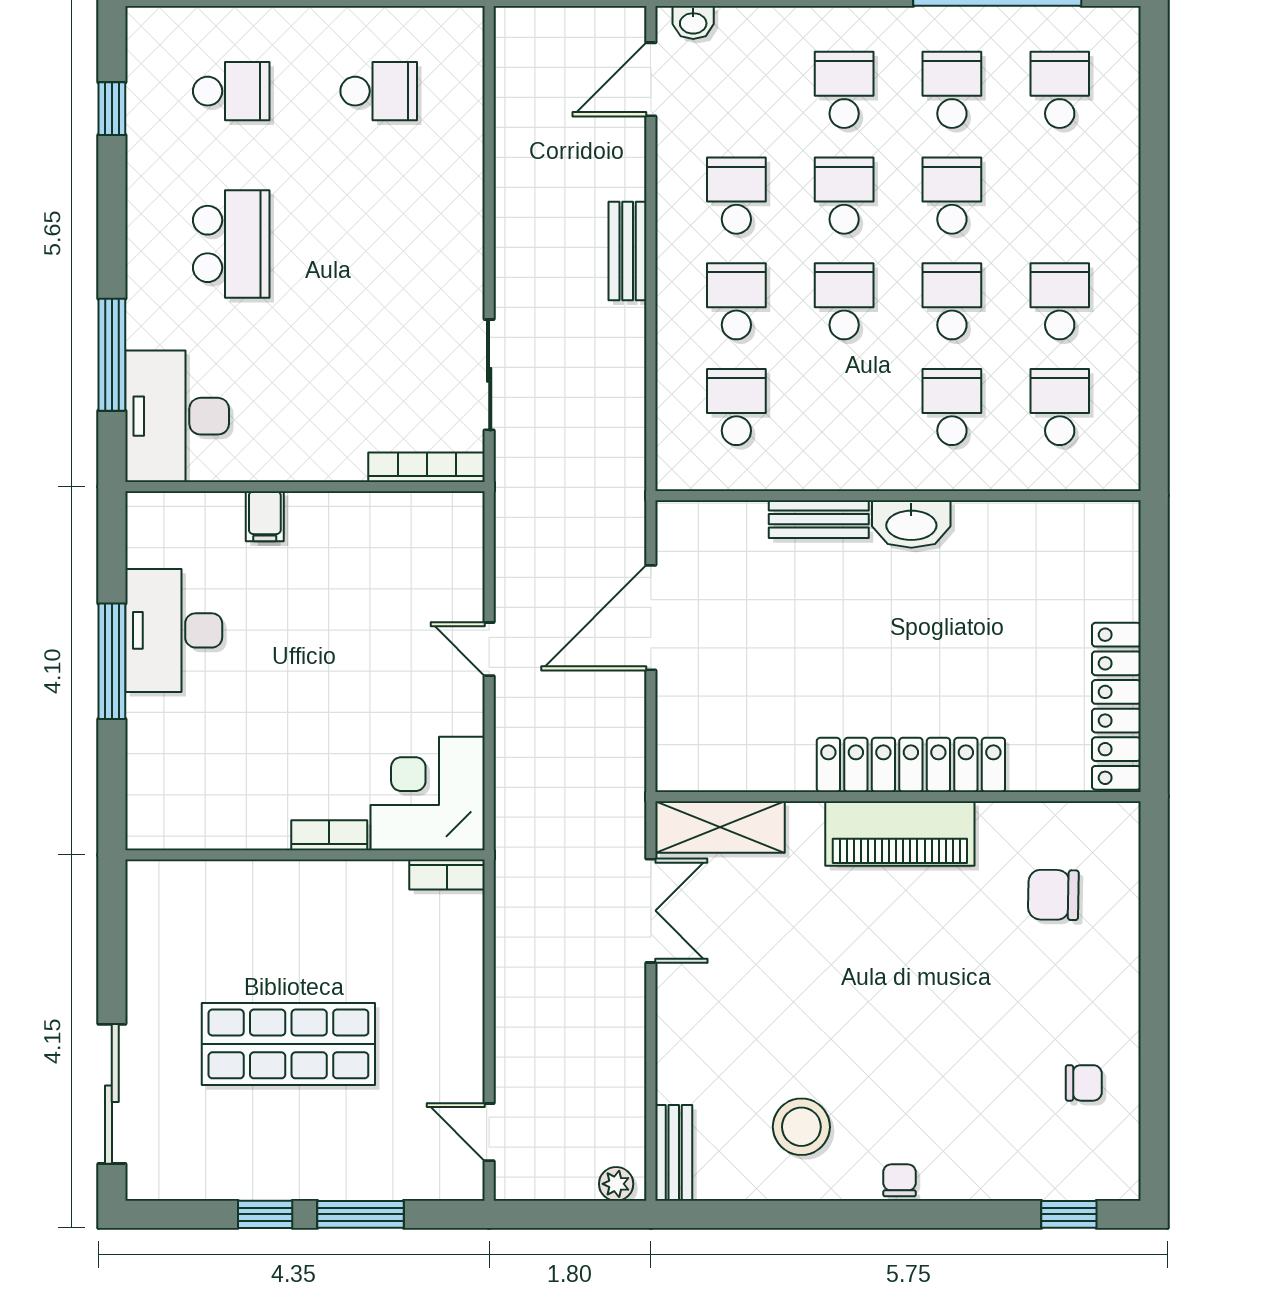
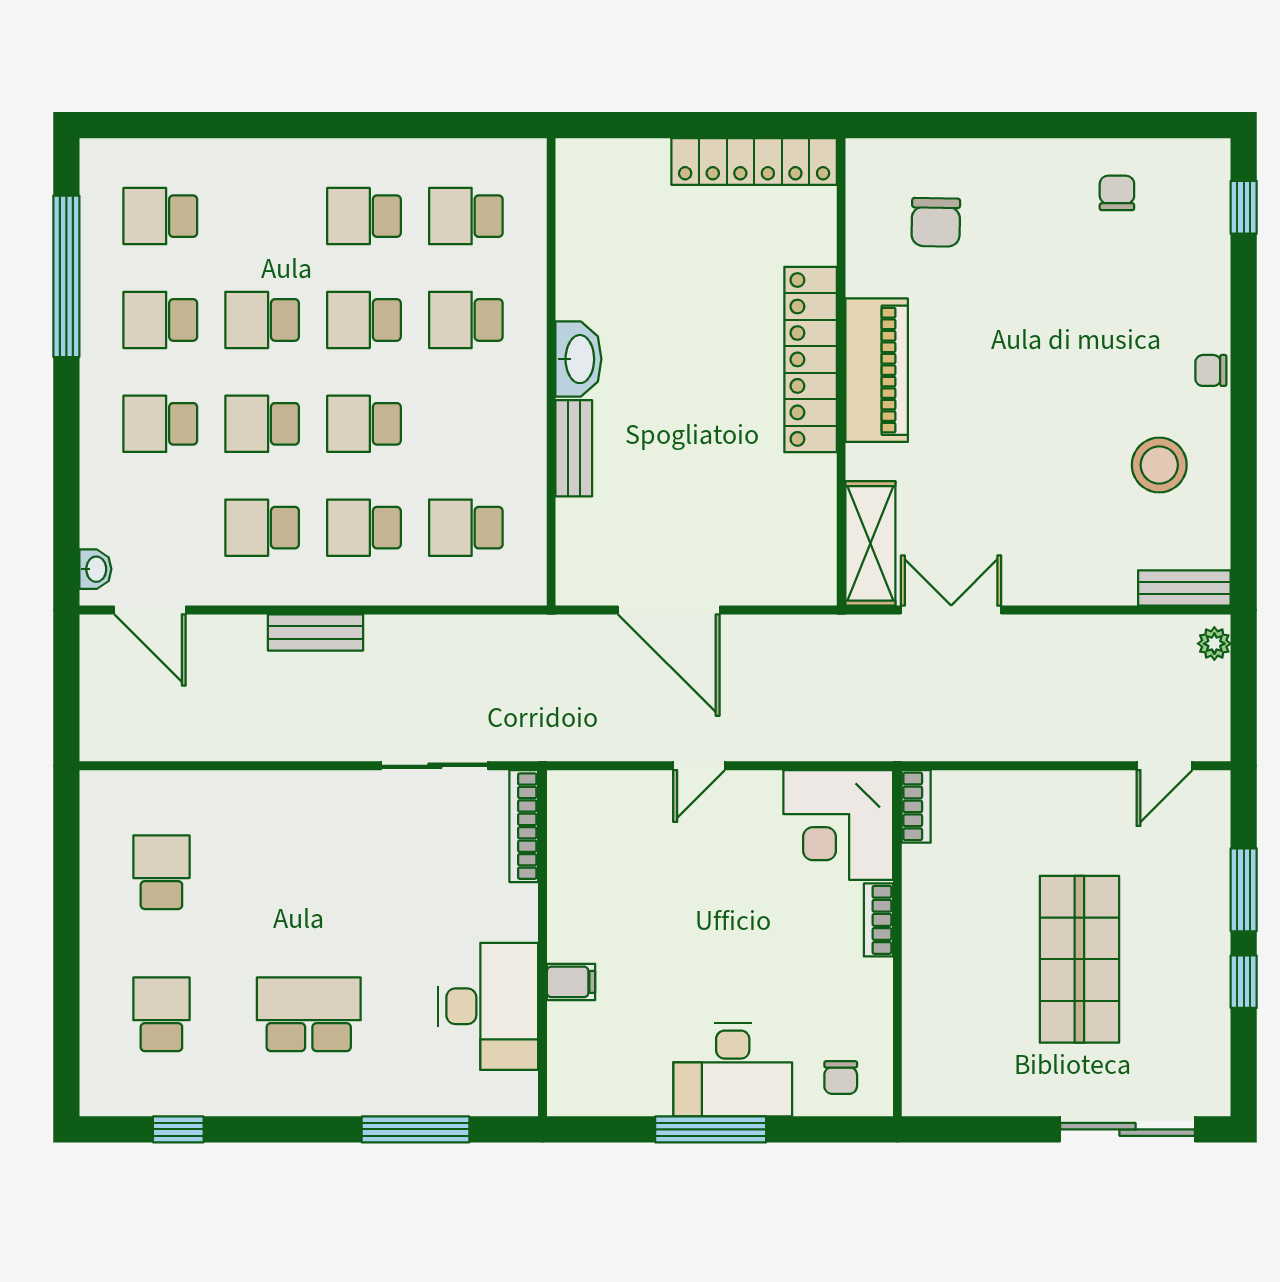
desk: (177, 416) -> (488, 1006), moved, turned -90
desk: (174, 630) -> (733, 1070), moved
chair: (166, 796) -> (841, 1078), added

